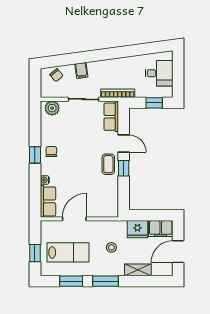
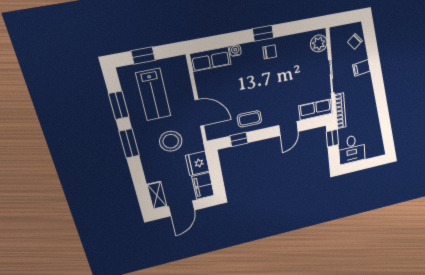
desk: (159, 73) -> (352, 149), moved
window: (154, 103) -> (332, 138), moved
coffee table: (108, 164) -> (249, 119), moved
window: (124, 168) -> (239, 139), moved
door: (74, 219) -> (199, 113), moved
stool: (111, 247) -> (171, 141), width x1.89, depth x1.89
door: (178, 252) -> (182, 208), swing flipped
shelving: (138, 270) -> (157, 196), moved

